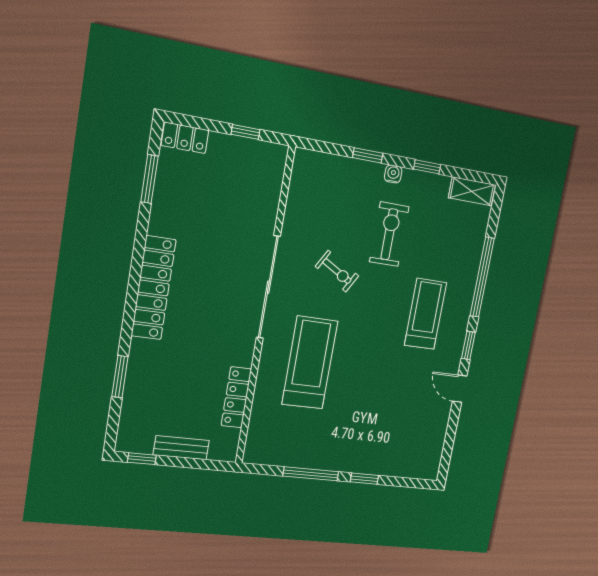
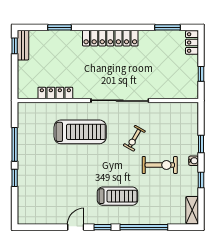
bench: (181, 448) -> (23, 45), moved

